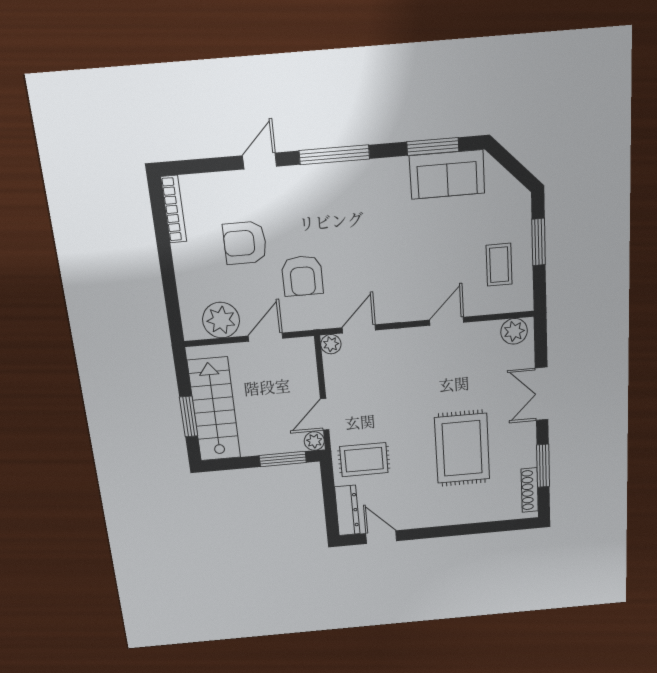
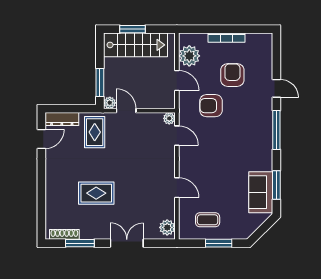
bookcase: (174, 209) -> (227, 38), moved
rug: (462, 448) -> (96, 193), width x0.73, depth x0.70

